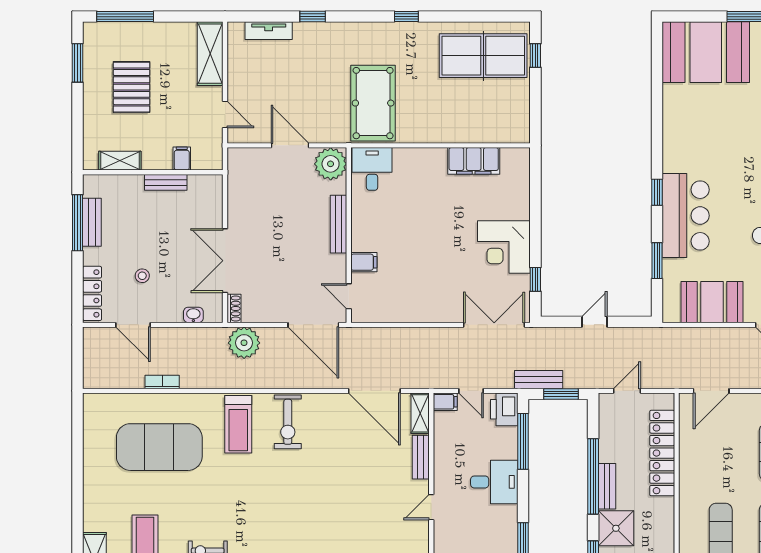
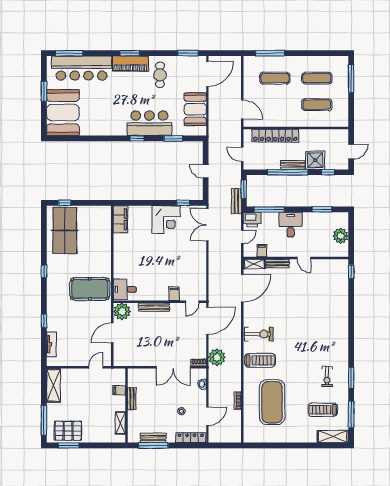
shelving: (210, 54) -> (53, 385), moved, turned 90
pallet: (132, 87) -> (68, 431), moved
filing cabinet: (474, 161) -> (120, 219), moved
filing cabinet: (445, 402) -> (262, 251), moved

